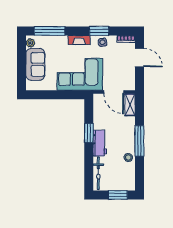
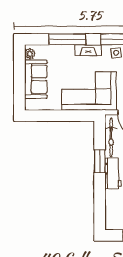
window: (50, 31) -> (67, 39), moved
bicycle: (98, 173) -> (111, 137), moved

